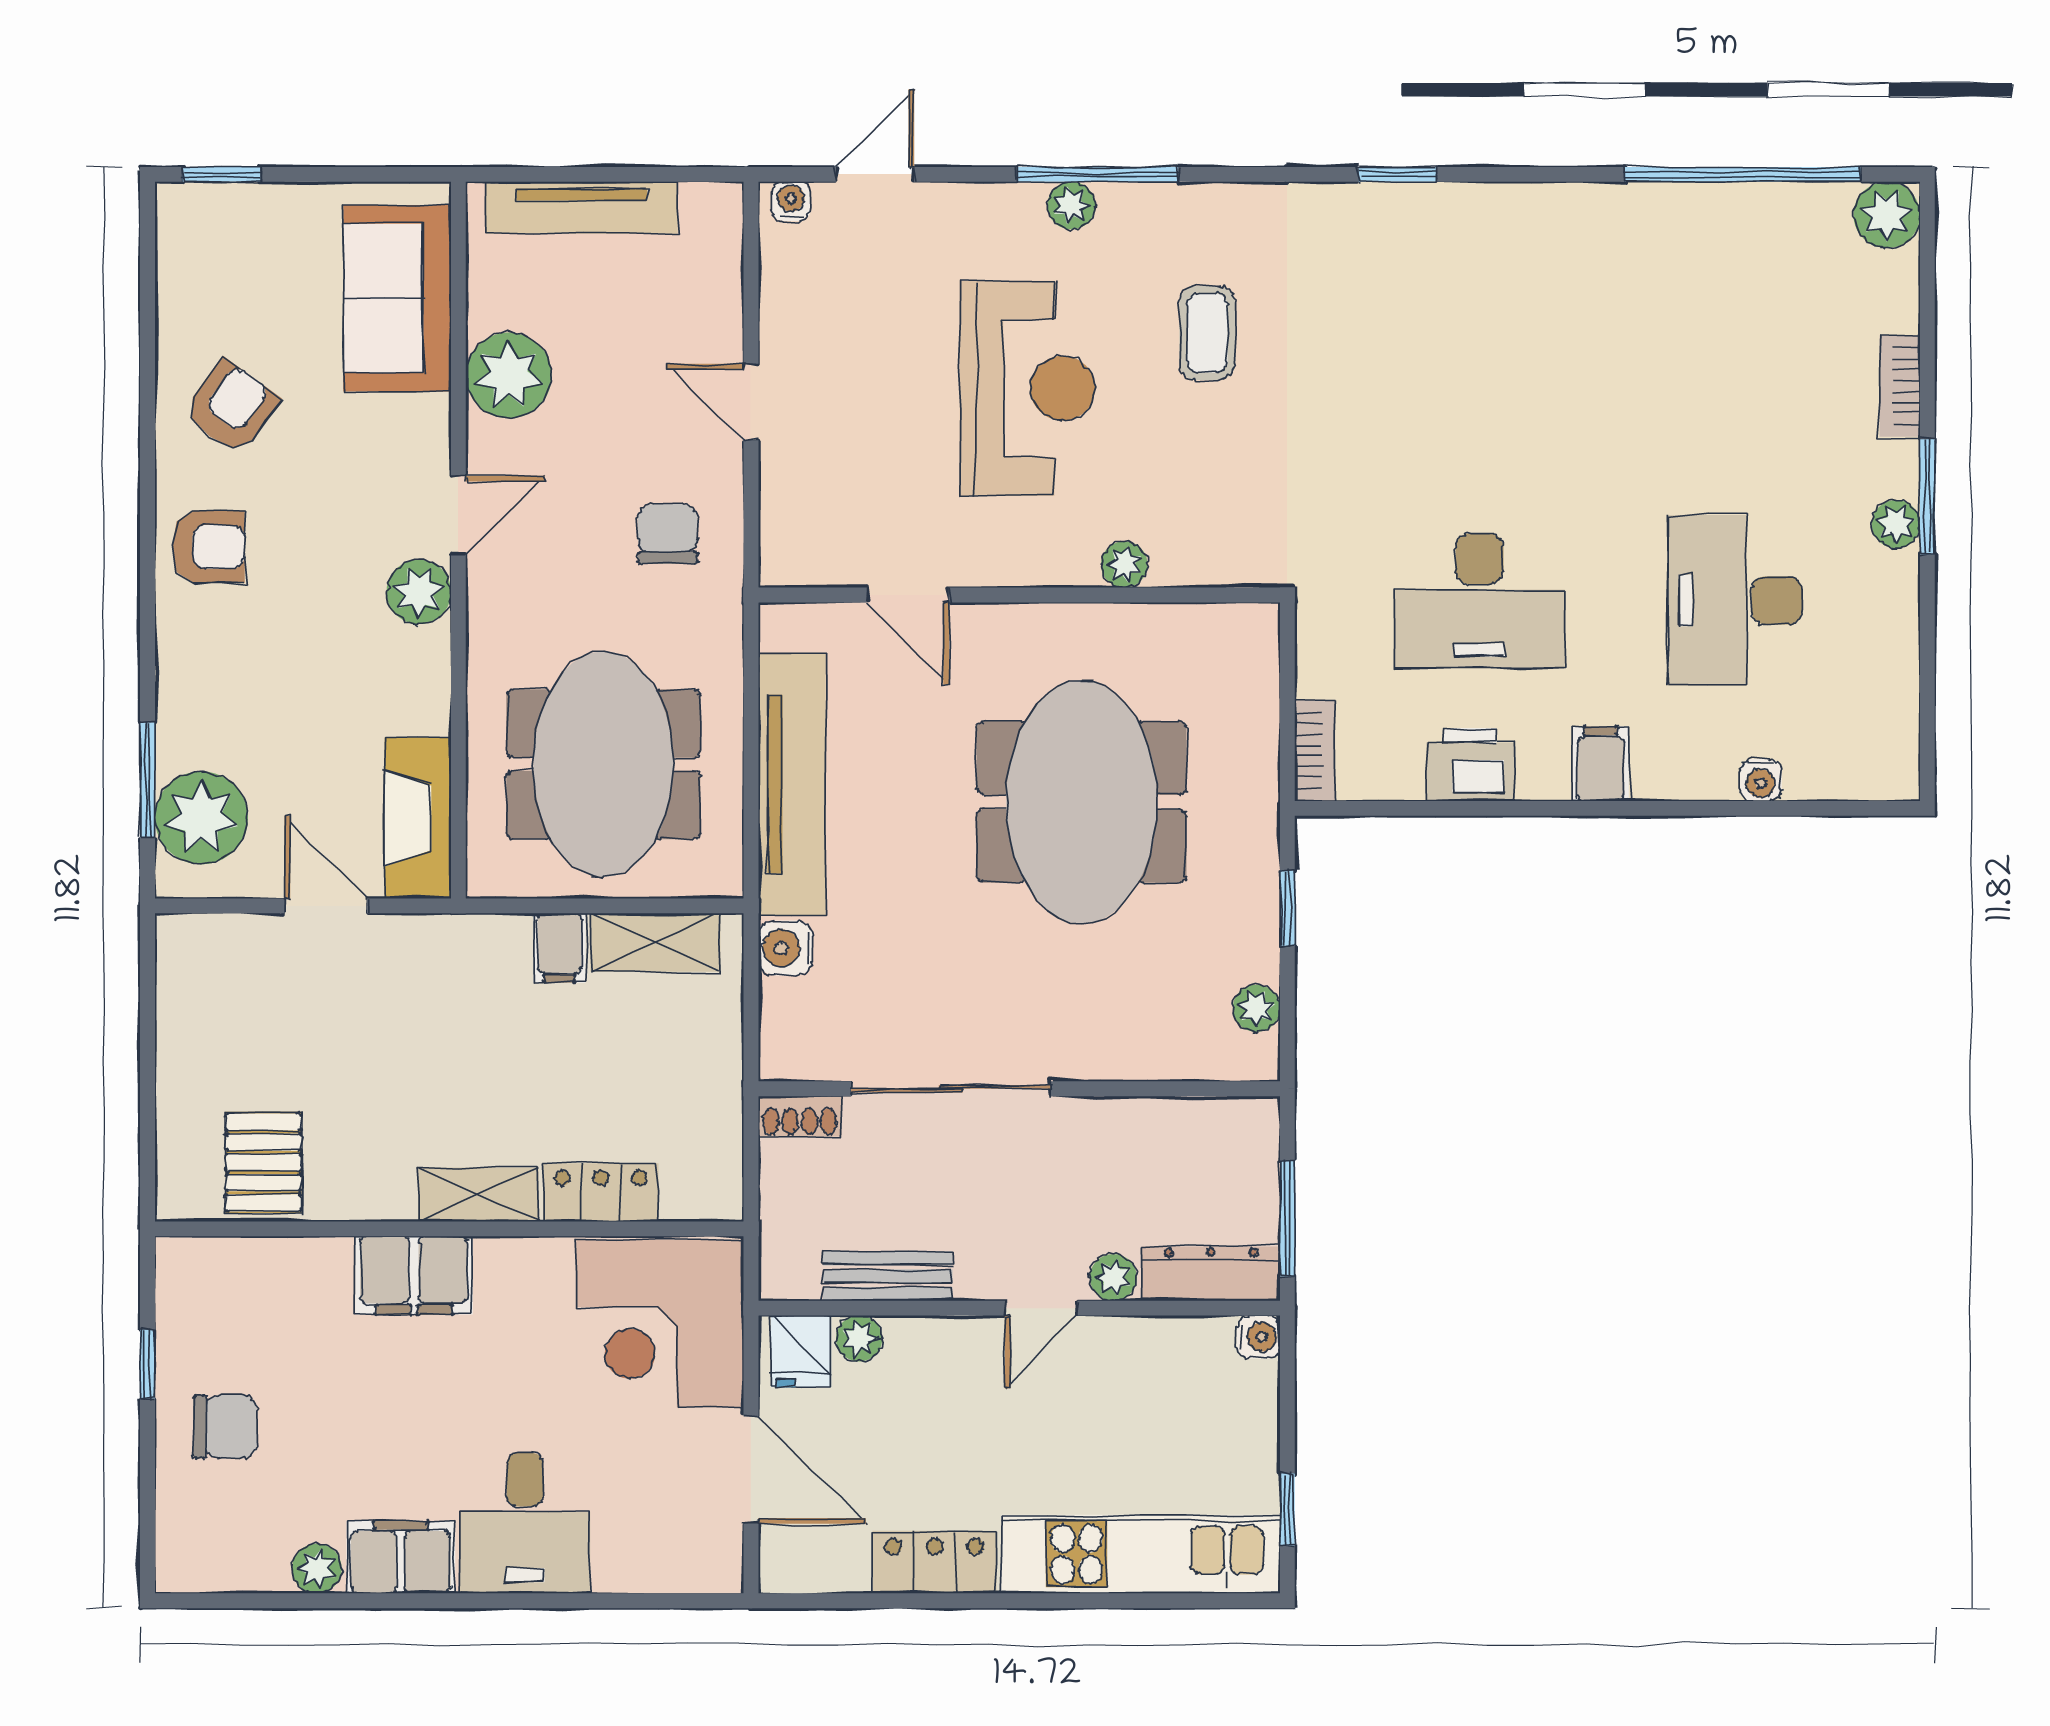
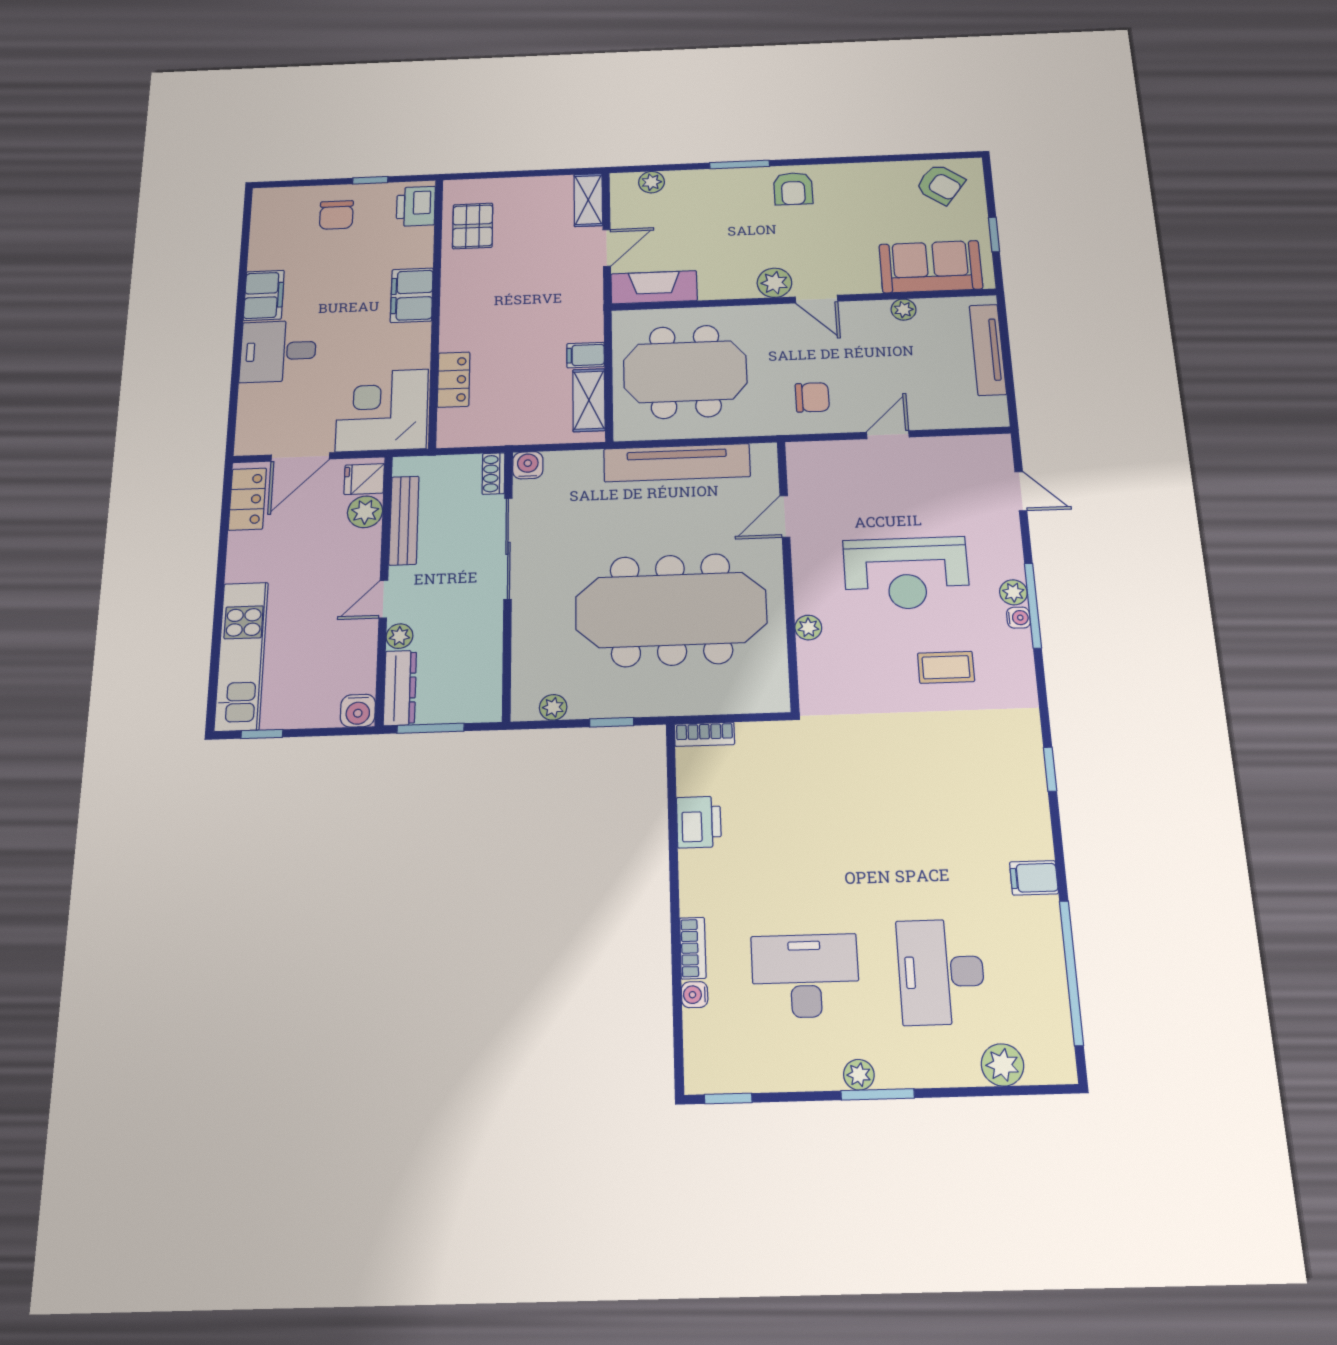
window: (222, 174) -> (994, 235), moved
water cooler: (791, 201) -> (1018, 618), moved
plant: (1887, 215) -> (1002, 1065), moved
plant: (509, 375) -> (904, 310), width x0.53, depth x0.53
bookcase: (1900, 386) -> (693, 948), moved, turned 90
armchair: (231, 407) -> (940, 184), moved
desk: (1479, 600) -> (941, 972), moved
window: (1927, 732) -> (728, 1098), added
filing cabinet: (1601, 764) -> (1034, 878), moved, turned 180
window: (148, 780) -> (740, 165), moved
meeting table: (1082, 802) -> (671, 610), width x1.36
plant: (201, 818) -> (652, 182), width x0.53, depth x0.53
water cooler: (786, 948) -> (528, 465), moved
pallet: (264, 1162) -> (473, 226), turned 90
shelving: (478, 1195) -> (588, 200), moved
printer: (213, 1273) -> (416, 206), added
bench: (888, 1276) -> (404, 520), width x1.36
door: (1041, 1308) -> (383, 599), hinge flipped
water cooler: (1258, 1337) -> (358, 711), width x1.38, depth x1.38
plant: (859, 1338) -> (365, 512), width x1.38, depth x1.38
locker: (935, 1562) -> (247, 499), moved
plant: (317, 1569) -> (260, 258), removed

